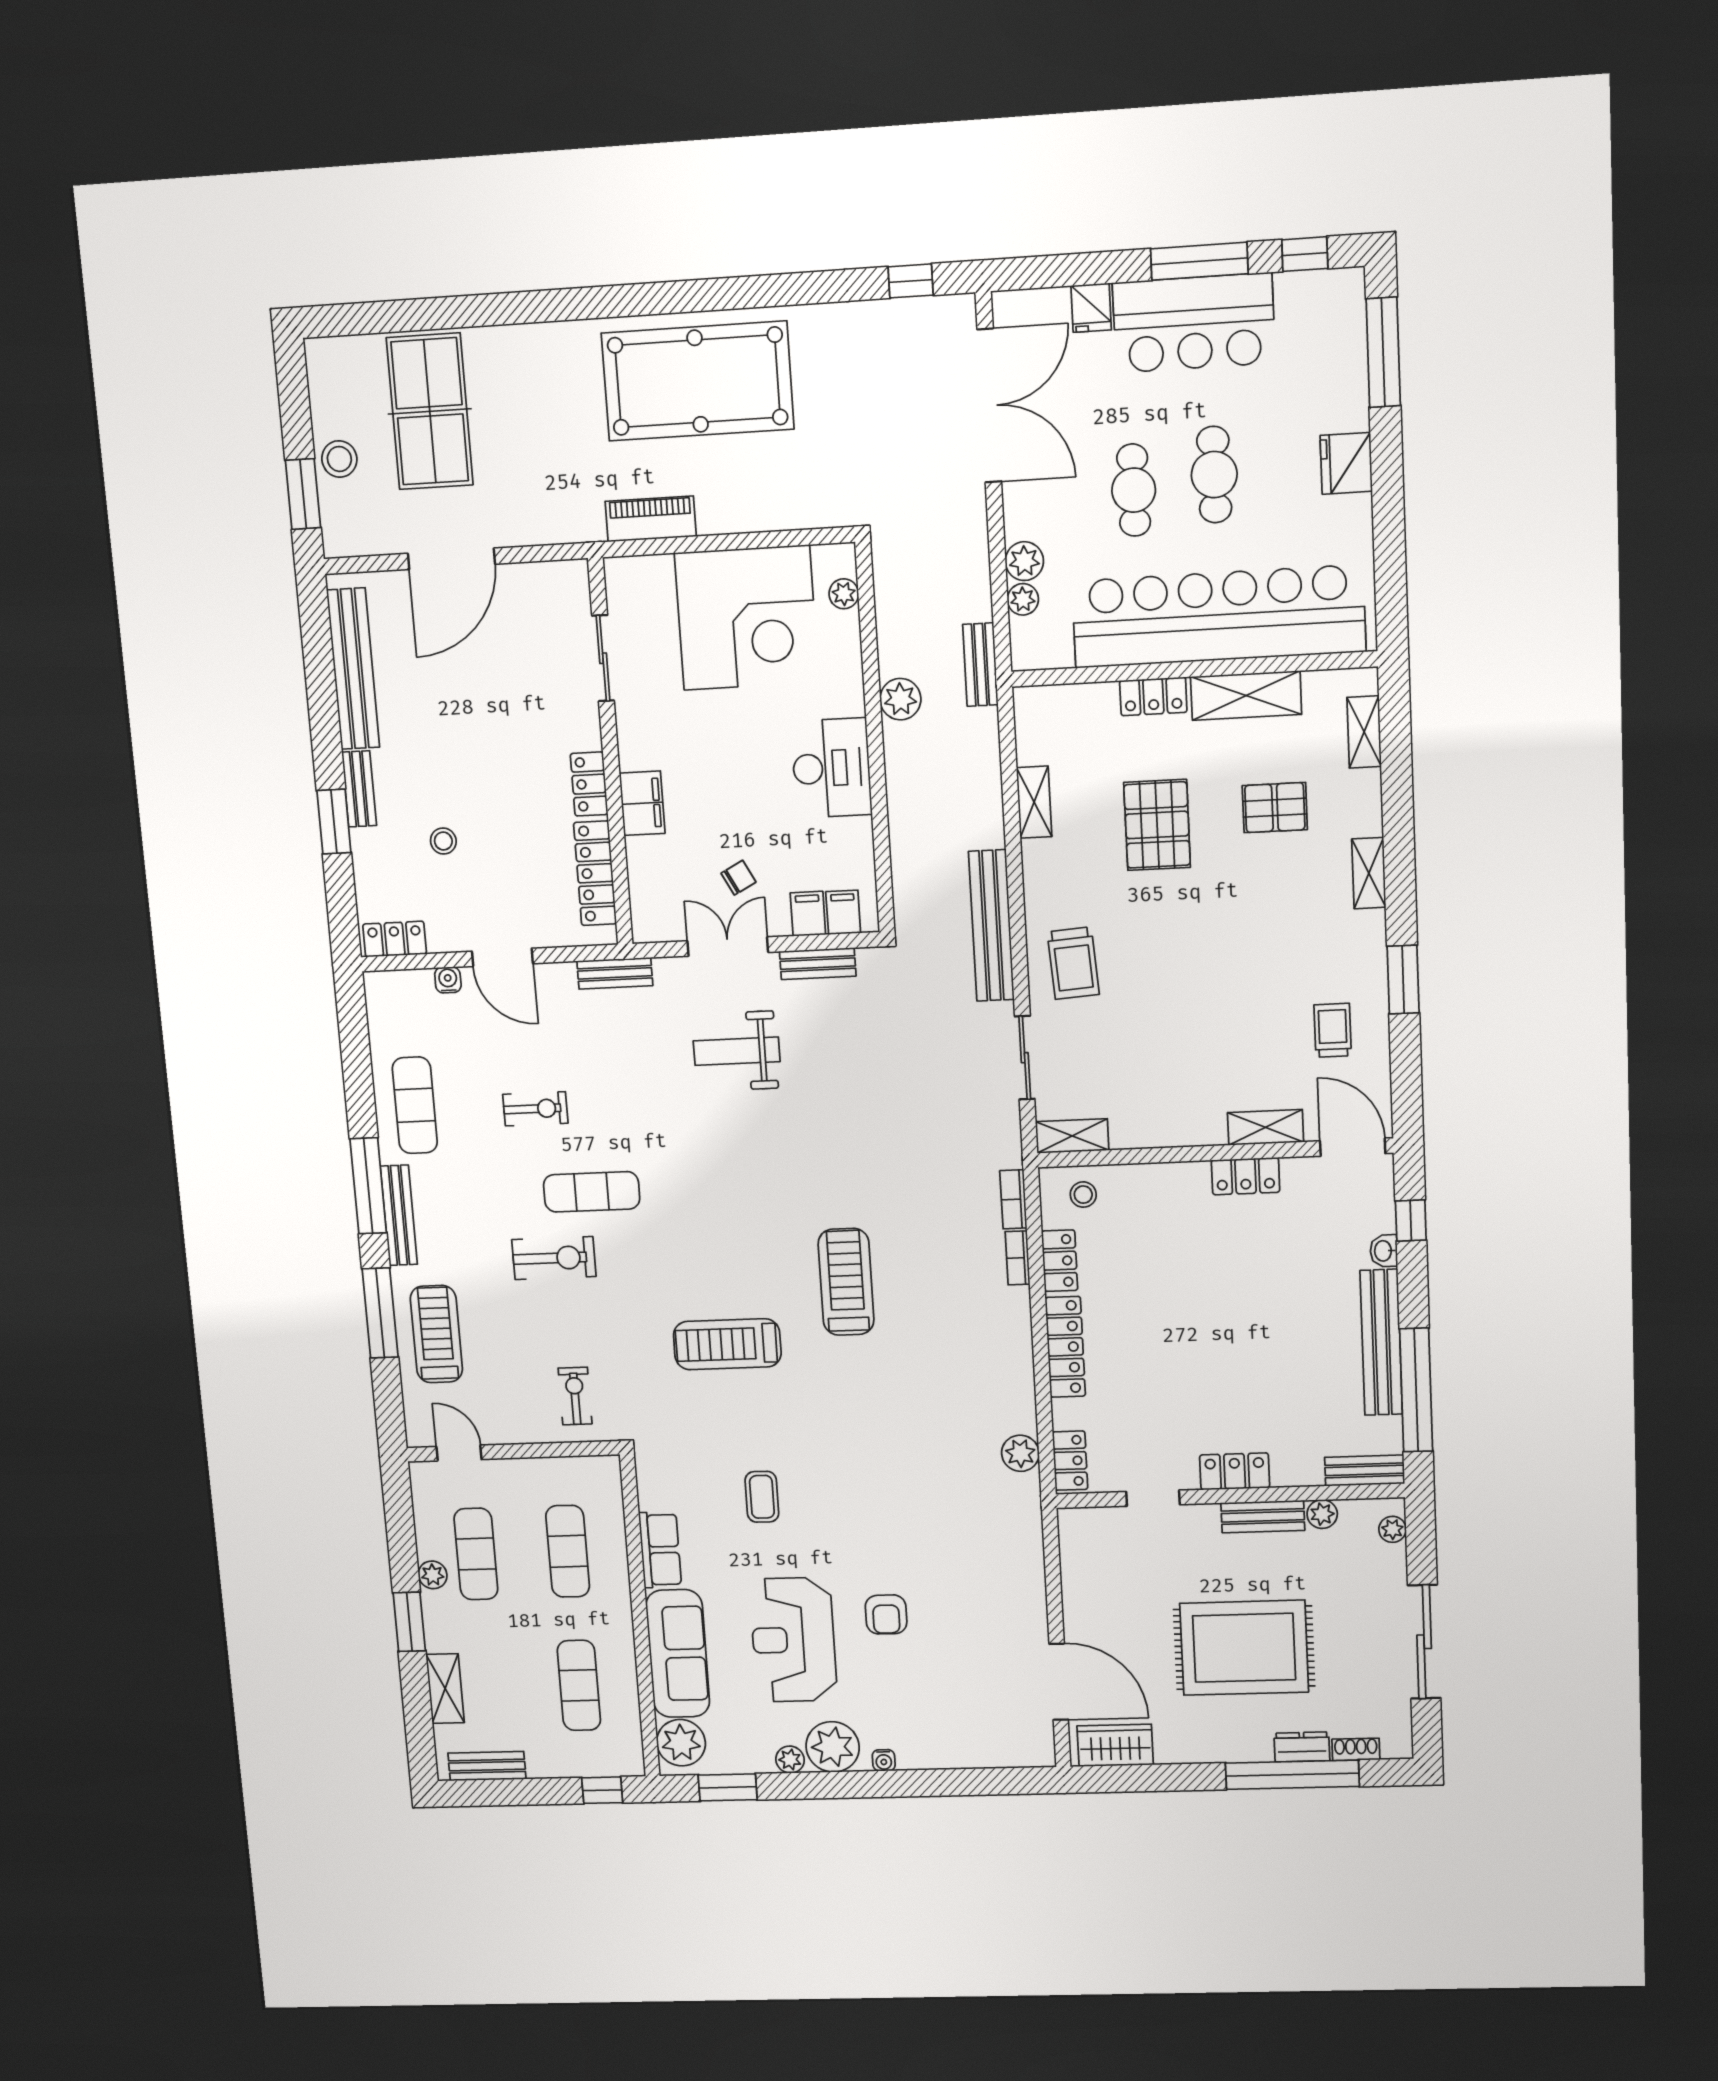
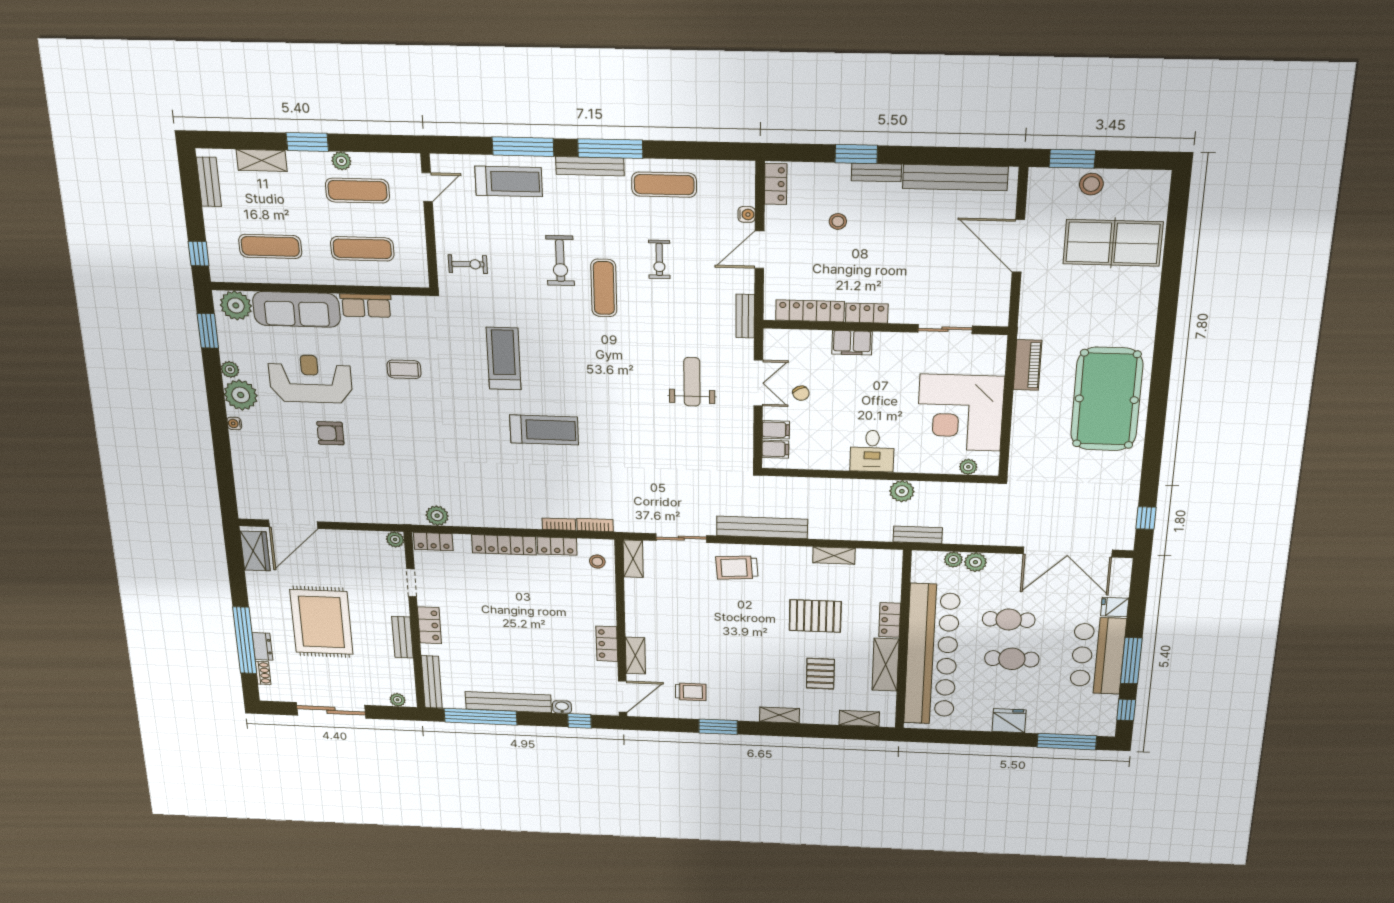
desk: (831, 768) -> (872, 451), width x0.73
bench: (818, 964) -> (745, 432), removed
bench: (1365, 1470) -> (432, 682), width x1.36
plant: (1322, 1514) -> (395, 539), moved

